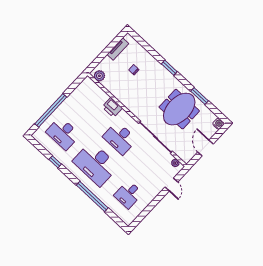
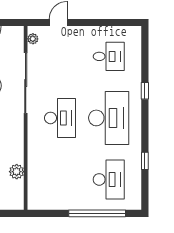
plant: (99, 76) -> (17, 172), moved
printer: (112, 107) -> (36, 154), removed
window: (92, 197) -> (145, 91), width x0.32

